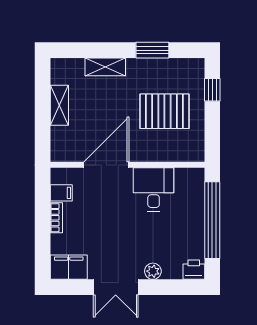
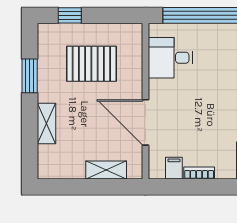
shelving: (59, 105) -> (106, 170), moved
pallet: (164, 111) -> (91, 64), turned 90
desk: (154, 189) -> (170, 58), moved

